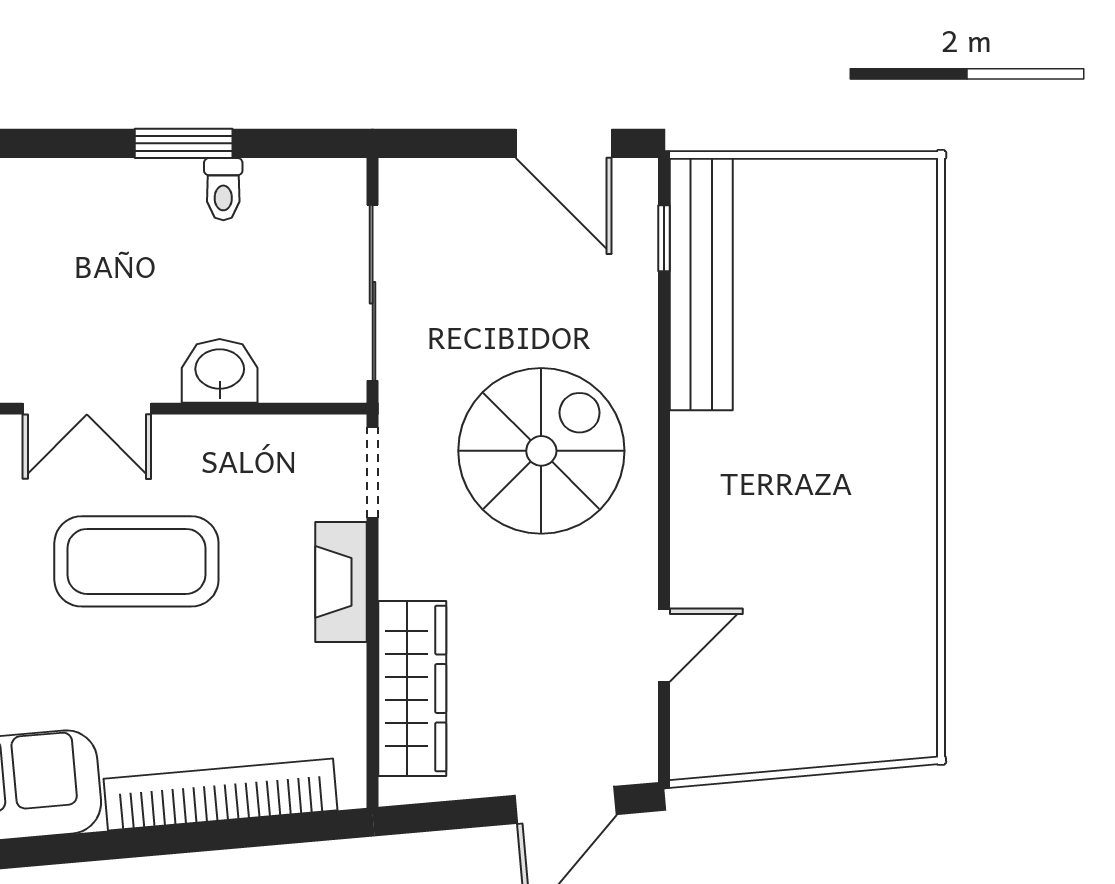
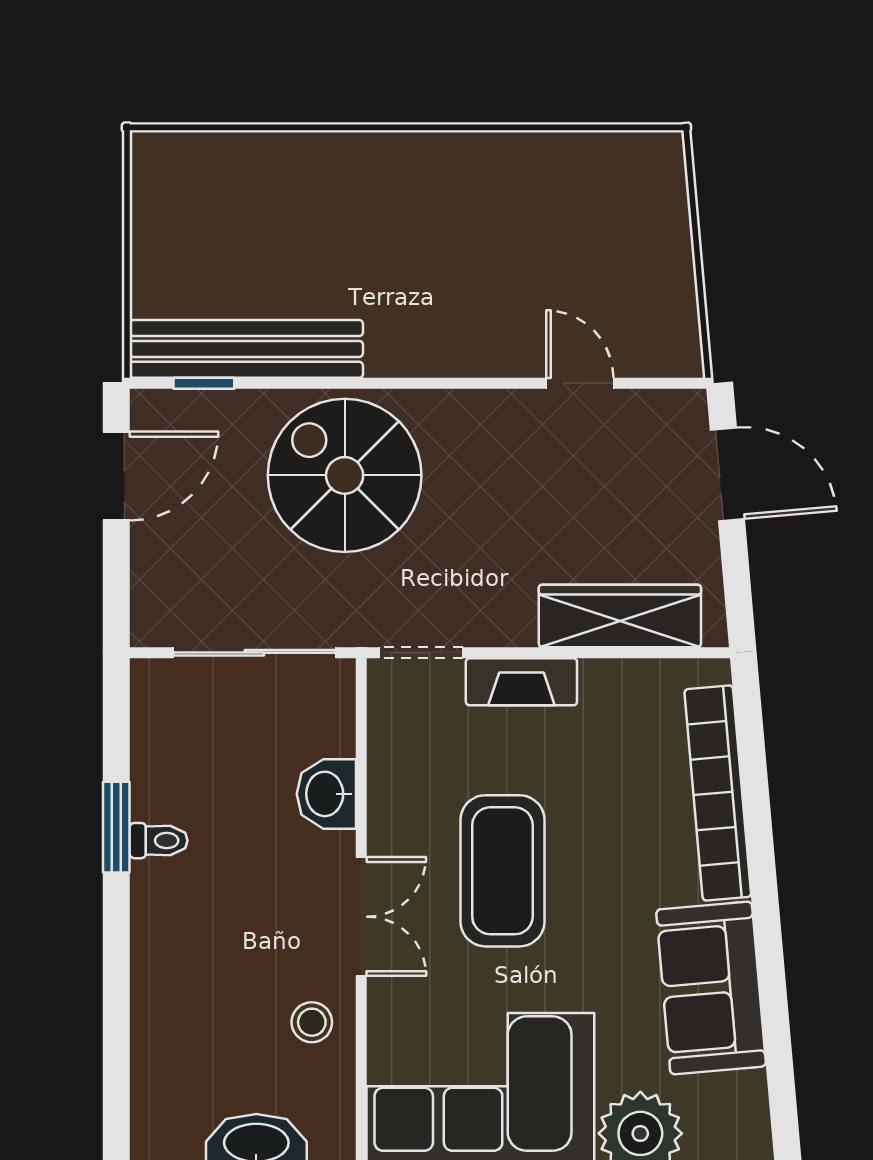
toilet: (223, 189) -> (159, 841), moved
spiral stairs: (541, 451) -> (345, 475), moved

